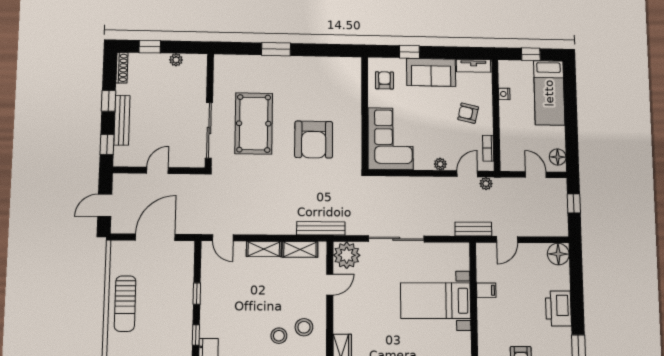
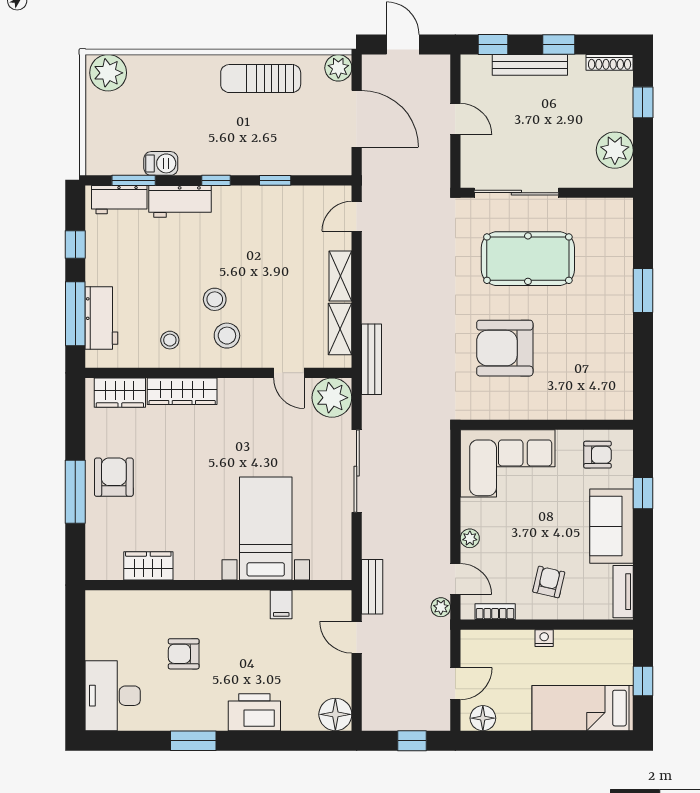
plant: (176, 60) -> (615, 150), width x1.88, depth x1.88
nightstand: (504, 94) -> (544, 638), moved
plant: (119, 250) -> (338, 68), added

